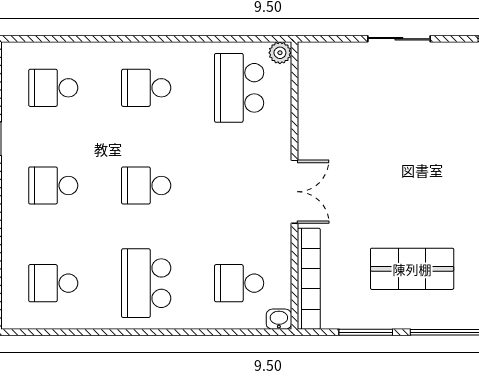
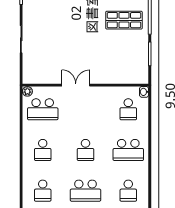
school desk: (53, 185) -> (85, 191), width x1.85
double door: (294, 192) -> (76, 85), moved
shop shelf: (412, 269) -> (124, 20), moved, turned 90
bookcase: (309, 279) -> (126, 79), removed

